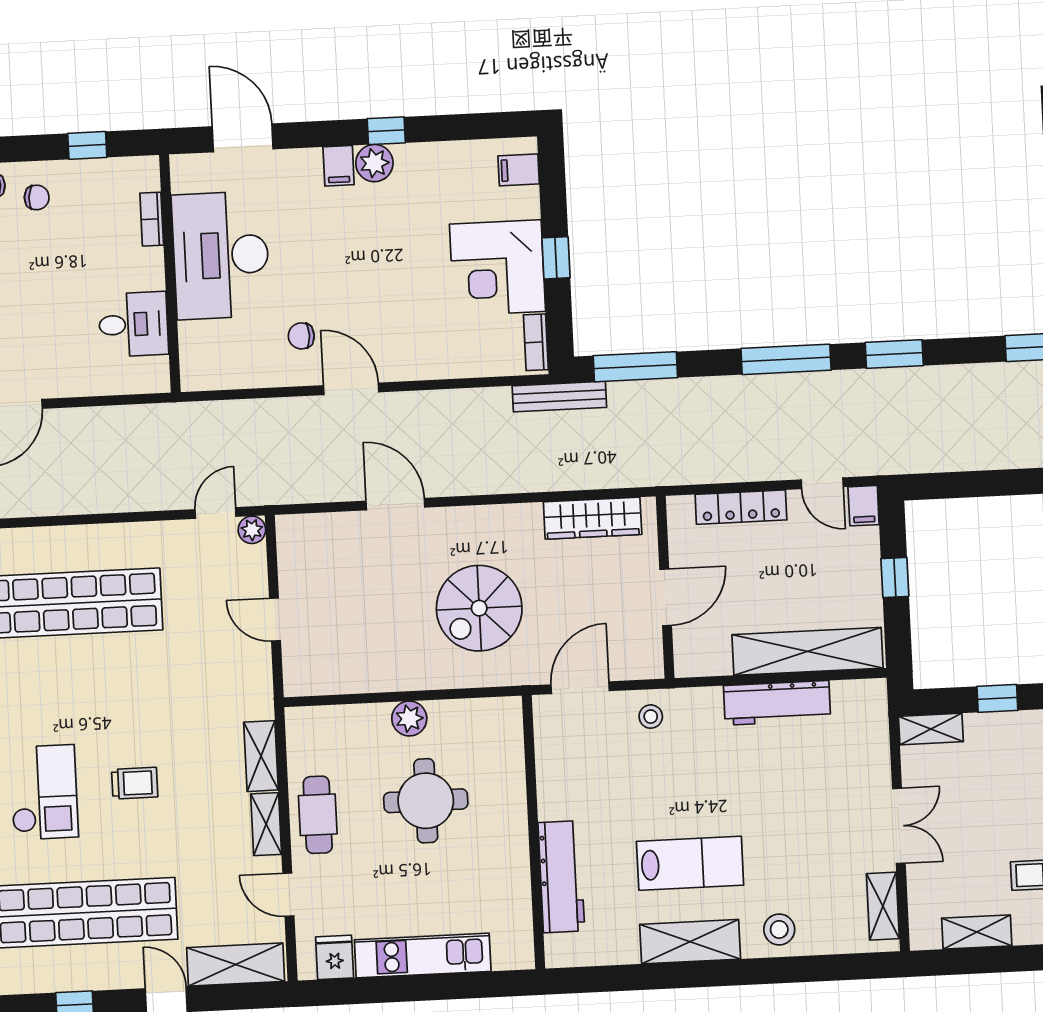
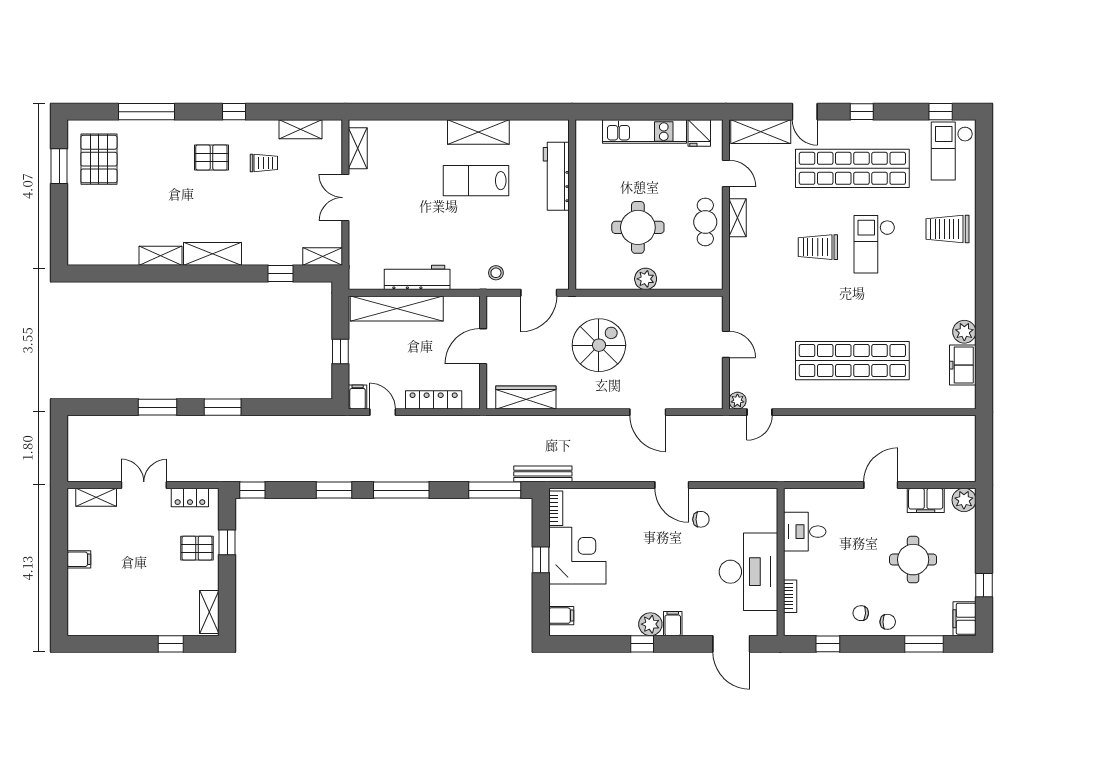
shelving: (261, 756) -> (739, 260), removed
trolley: (135, 783) -> (818, 247), width x1.36, depth x1.39
stool: (779, 929) -> (423, 137), removed

